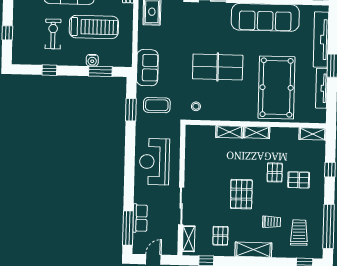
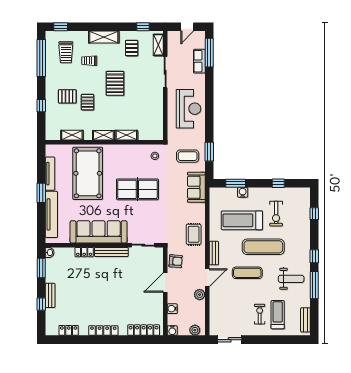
shelving: (312, 134) -> (72, 135), moved

